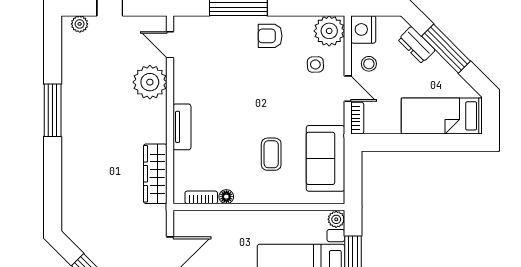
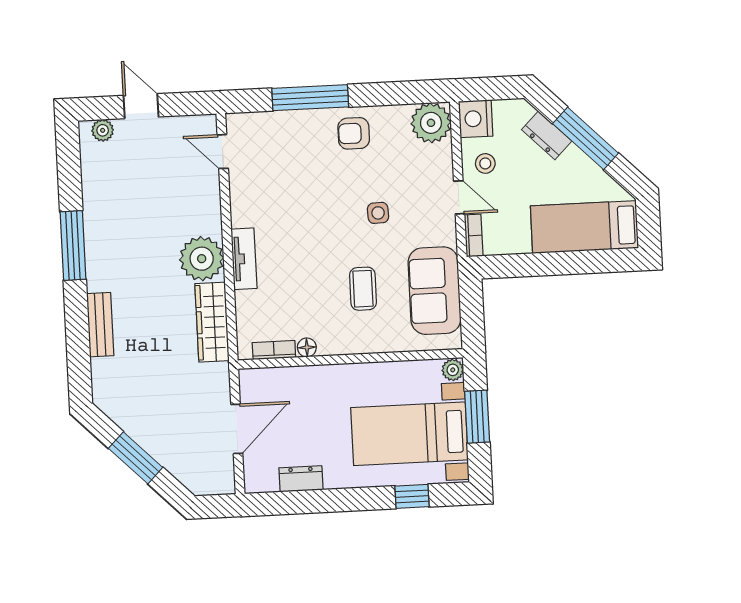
side table: (315, 64) -> (378, 213), moved
plant: (150, 82) -> (202, 259), moved
bench: (70, 171) -> (100, 325), added

